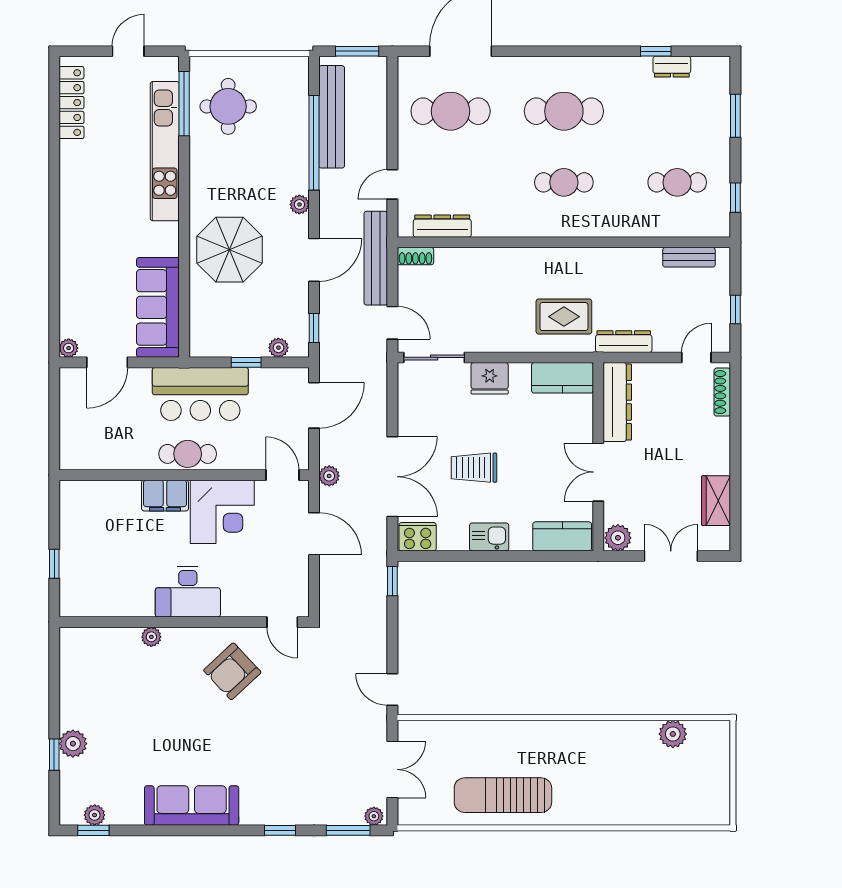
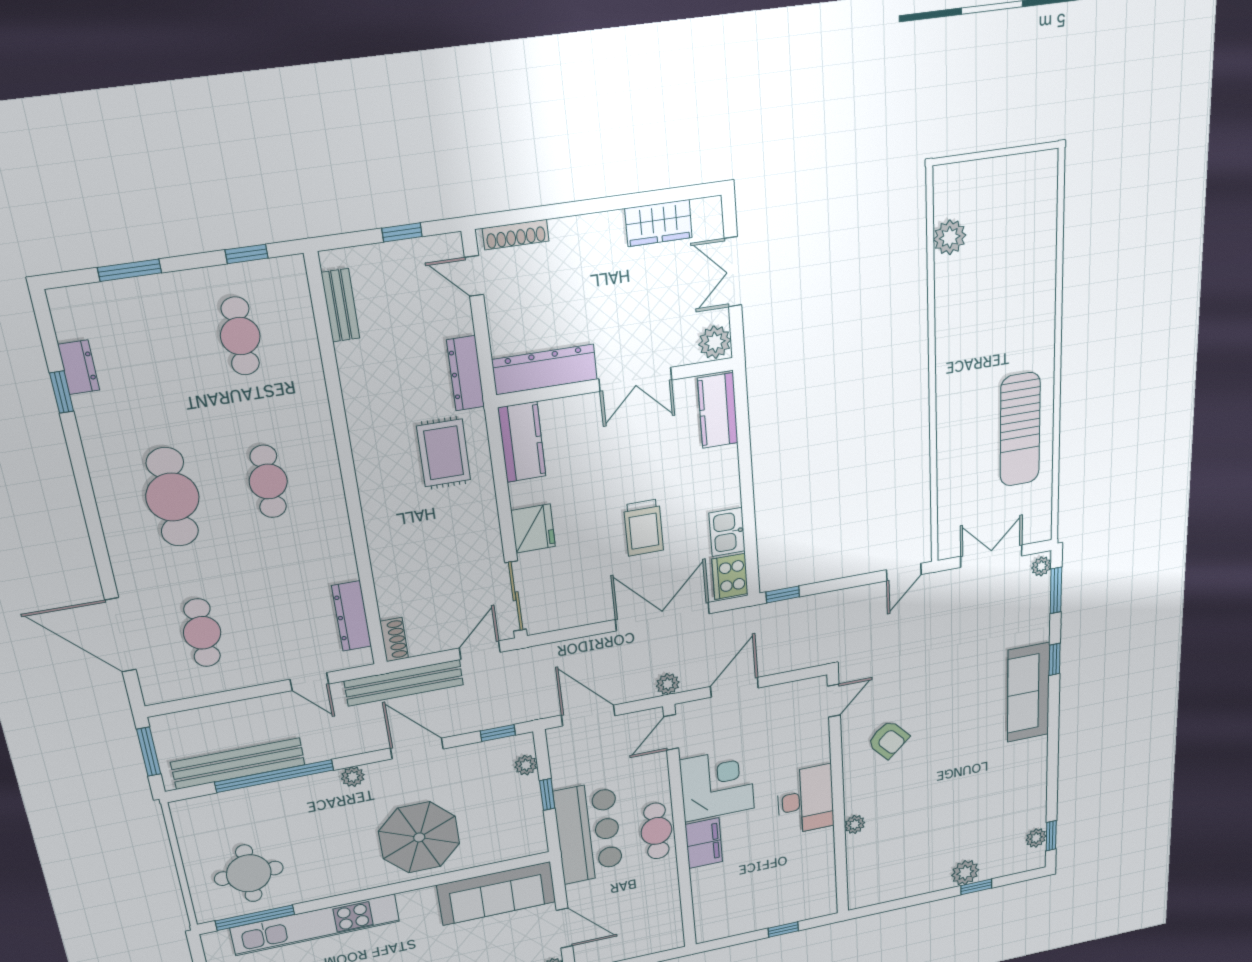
cafe table: (451, 111) -> (202, 633), width x0.73, depth x0.74
kitchen sink: (489, 537) -> (727, 532), moved
armchair: (232, 671) -> (888, 740), width x0.72, depth x0.72
sofa: (192, 806) -> (1028, 692), moved

